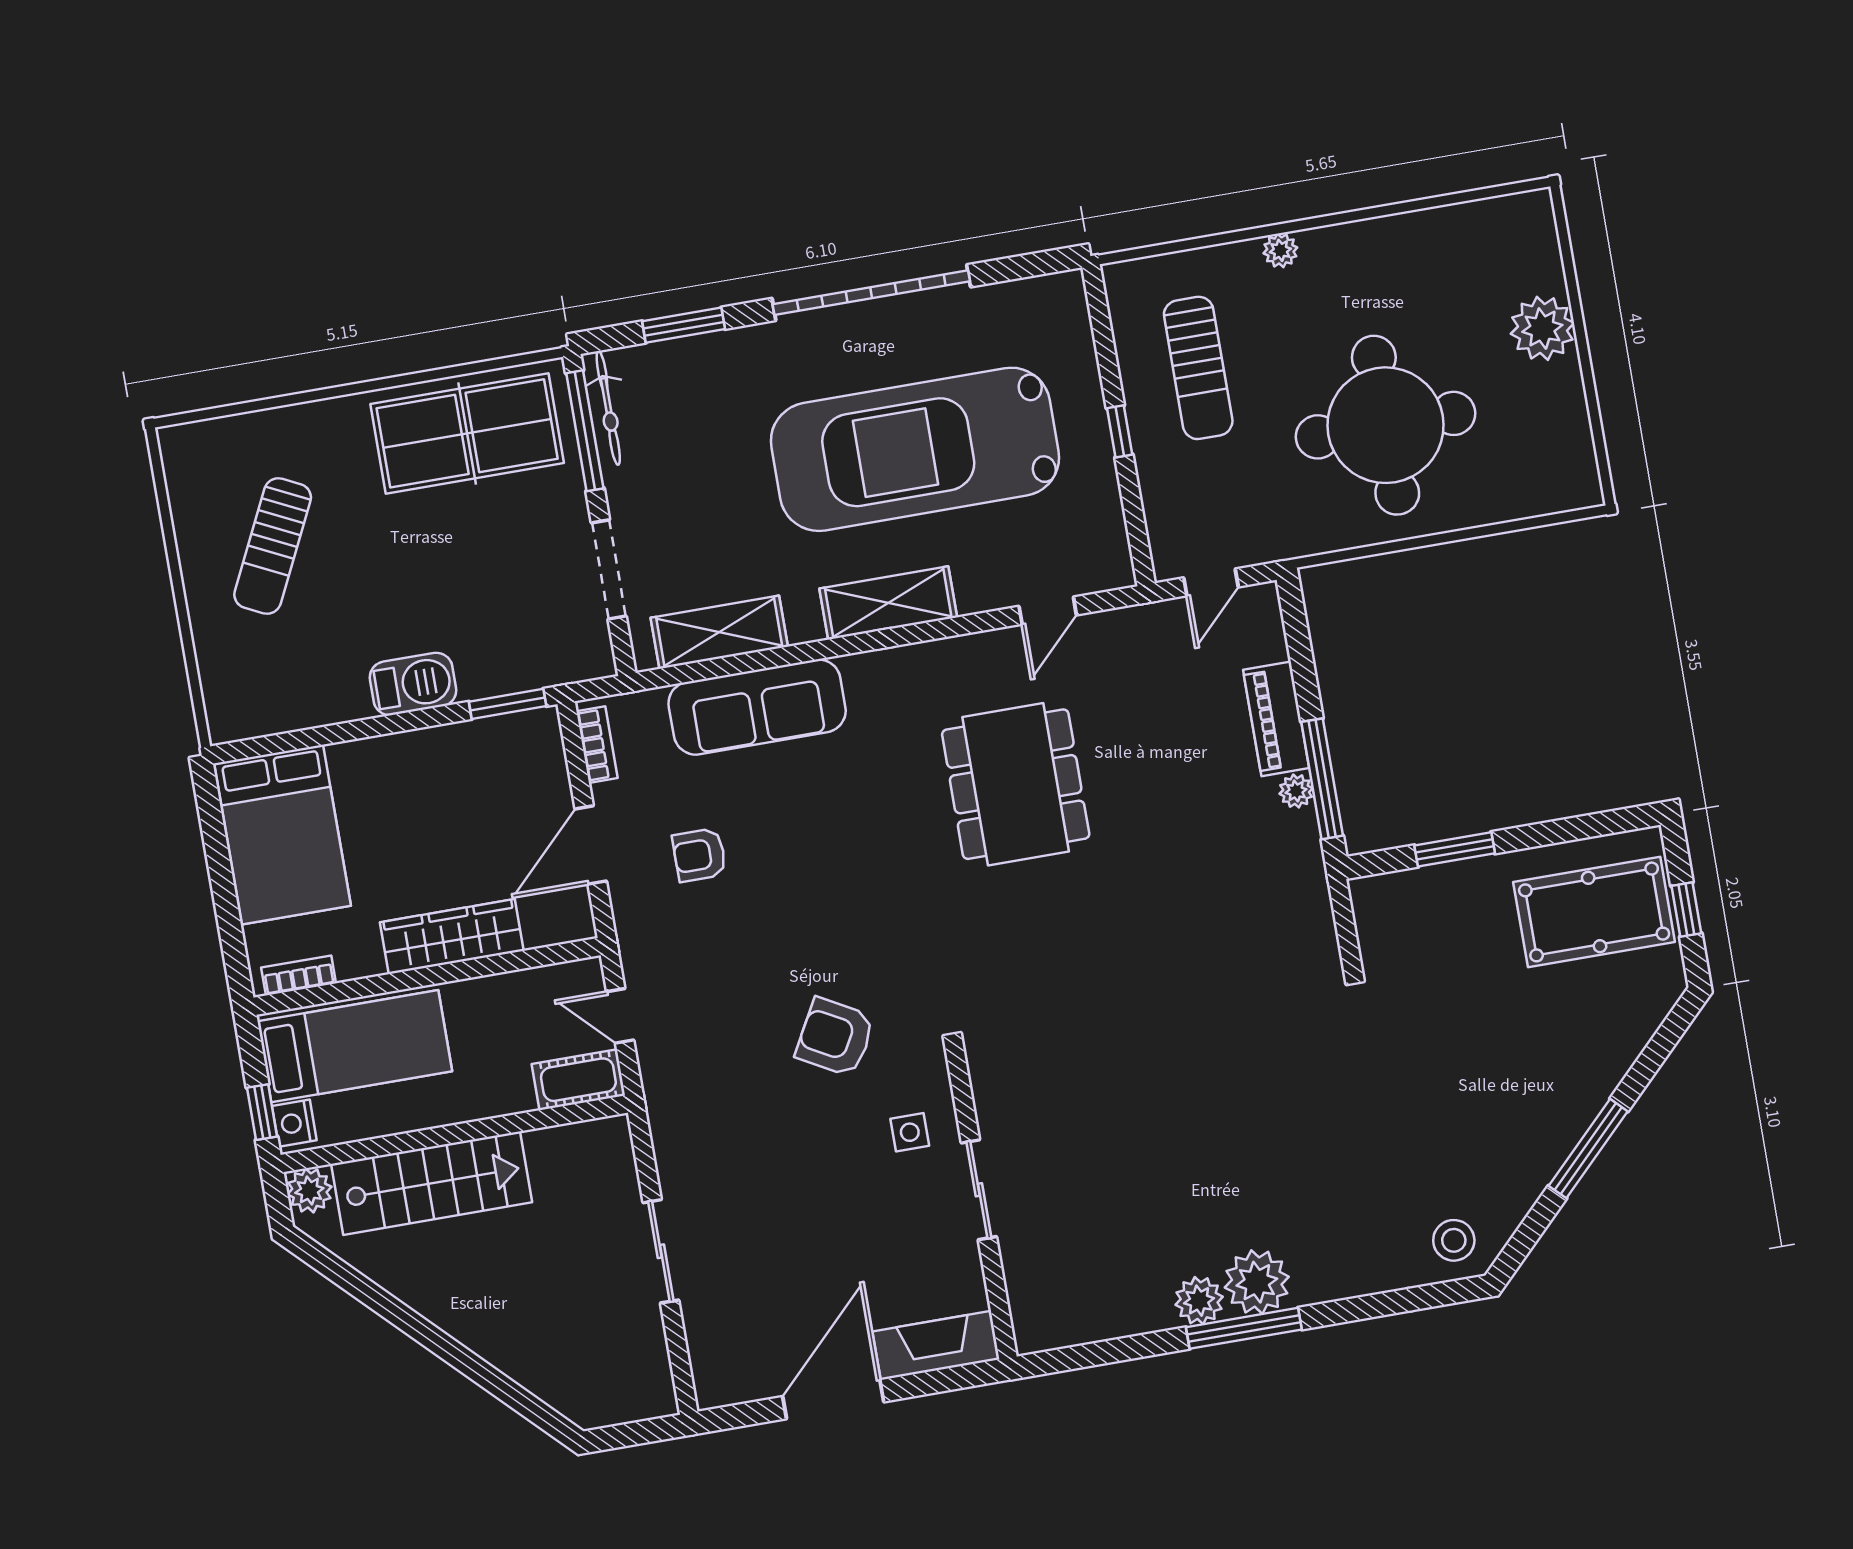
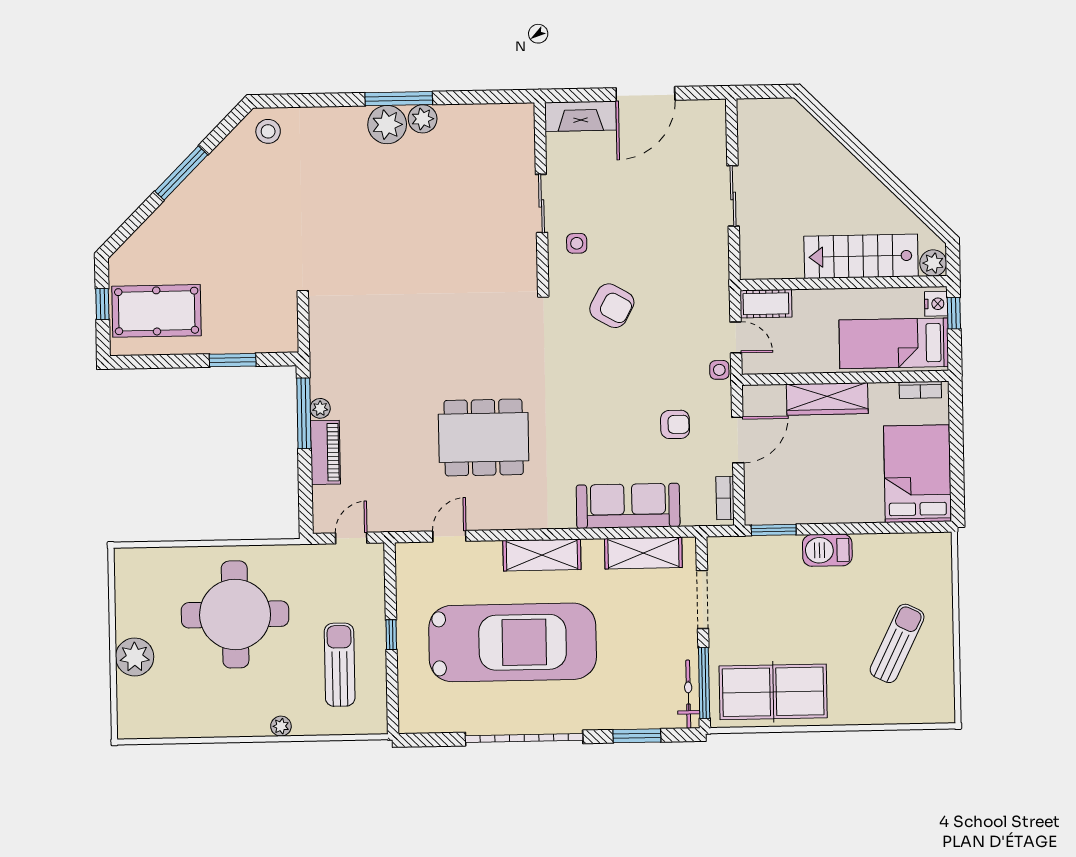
dining table: (1016, 784) -> (484, 437), turned 90
side table: (639, 957) -> (719, 370), added

